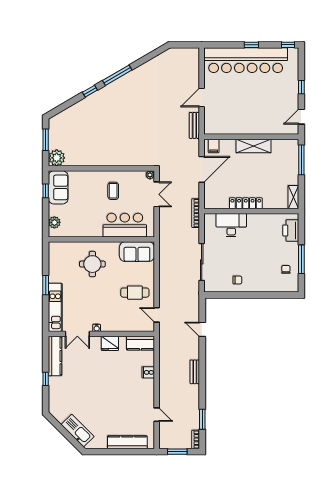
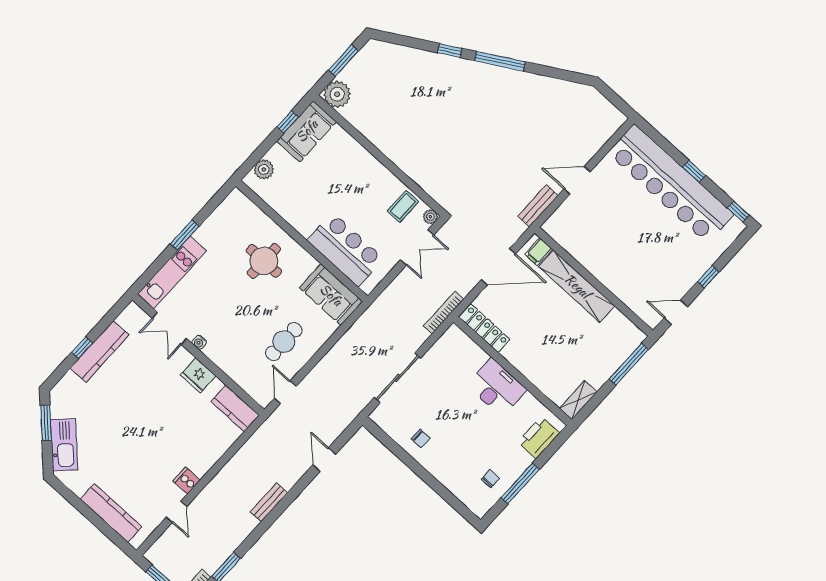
shelving: (254, 146) -> (577, 286), width x1.47
coffee table: (113, 191) -> (403, 206), moved
locker: (246, 203) -> (484, 328), moved
desk: (231, 225) -> (497, 387), moved
cafe table: (135, 293) -> (284, 342), turned 90
kitchen counter: (55, 356) -> (99, 351), moved
cooker: (148, 372) -> (187, 480), moved
window: (60, 428) -> (46, 423), added

